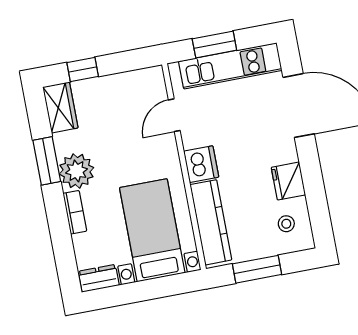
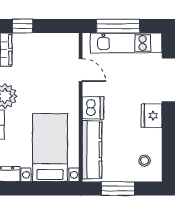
window: (214, 45) -> (118, 26), width x1.44
door: (174, 115) -> (81, 70), swing flipped
fridge: (288, 181) -> (152, 116), moved

